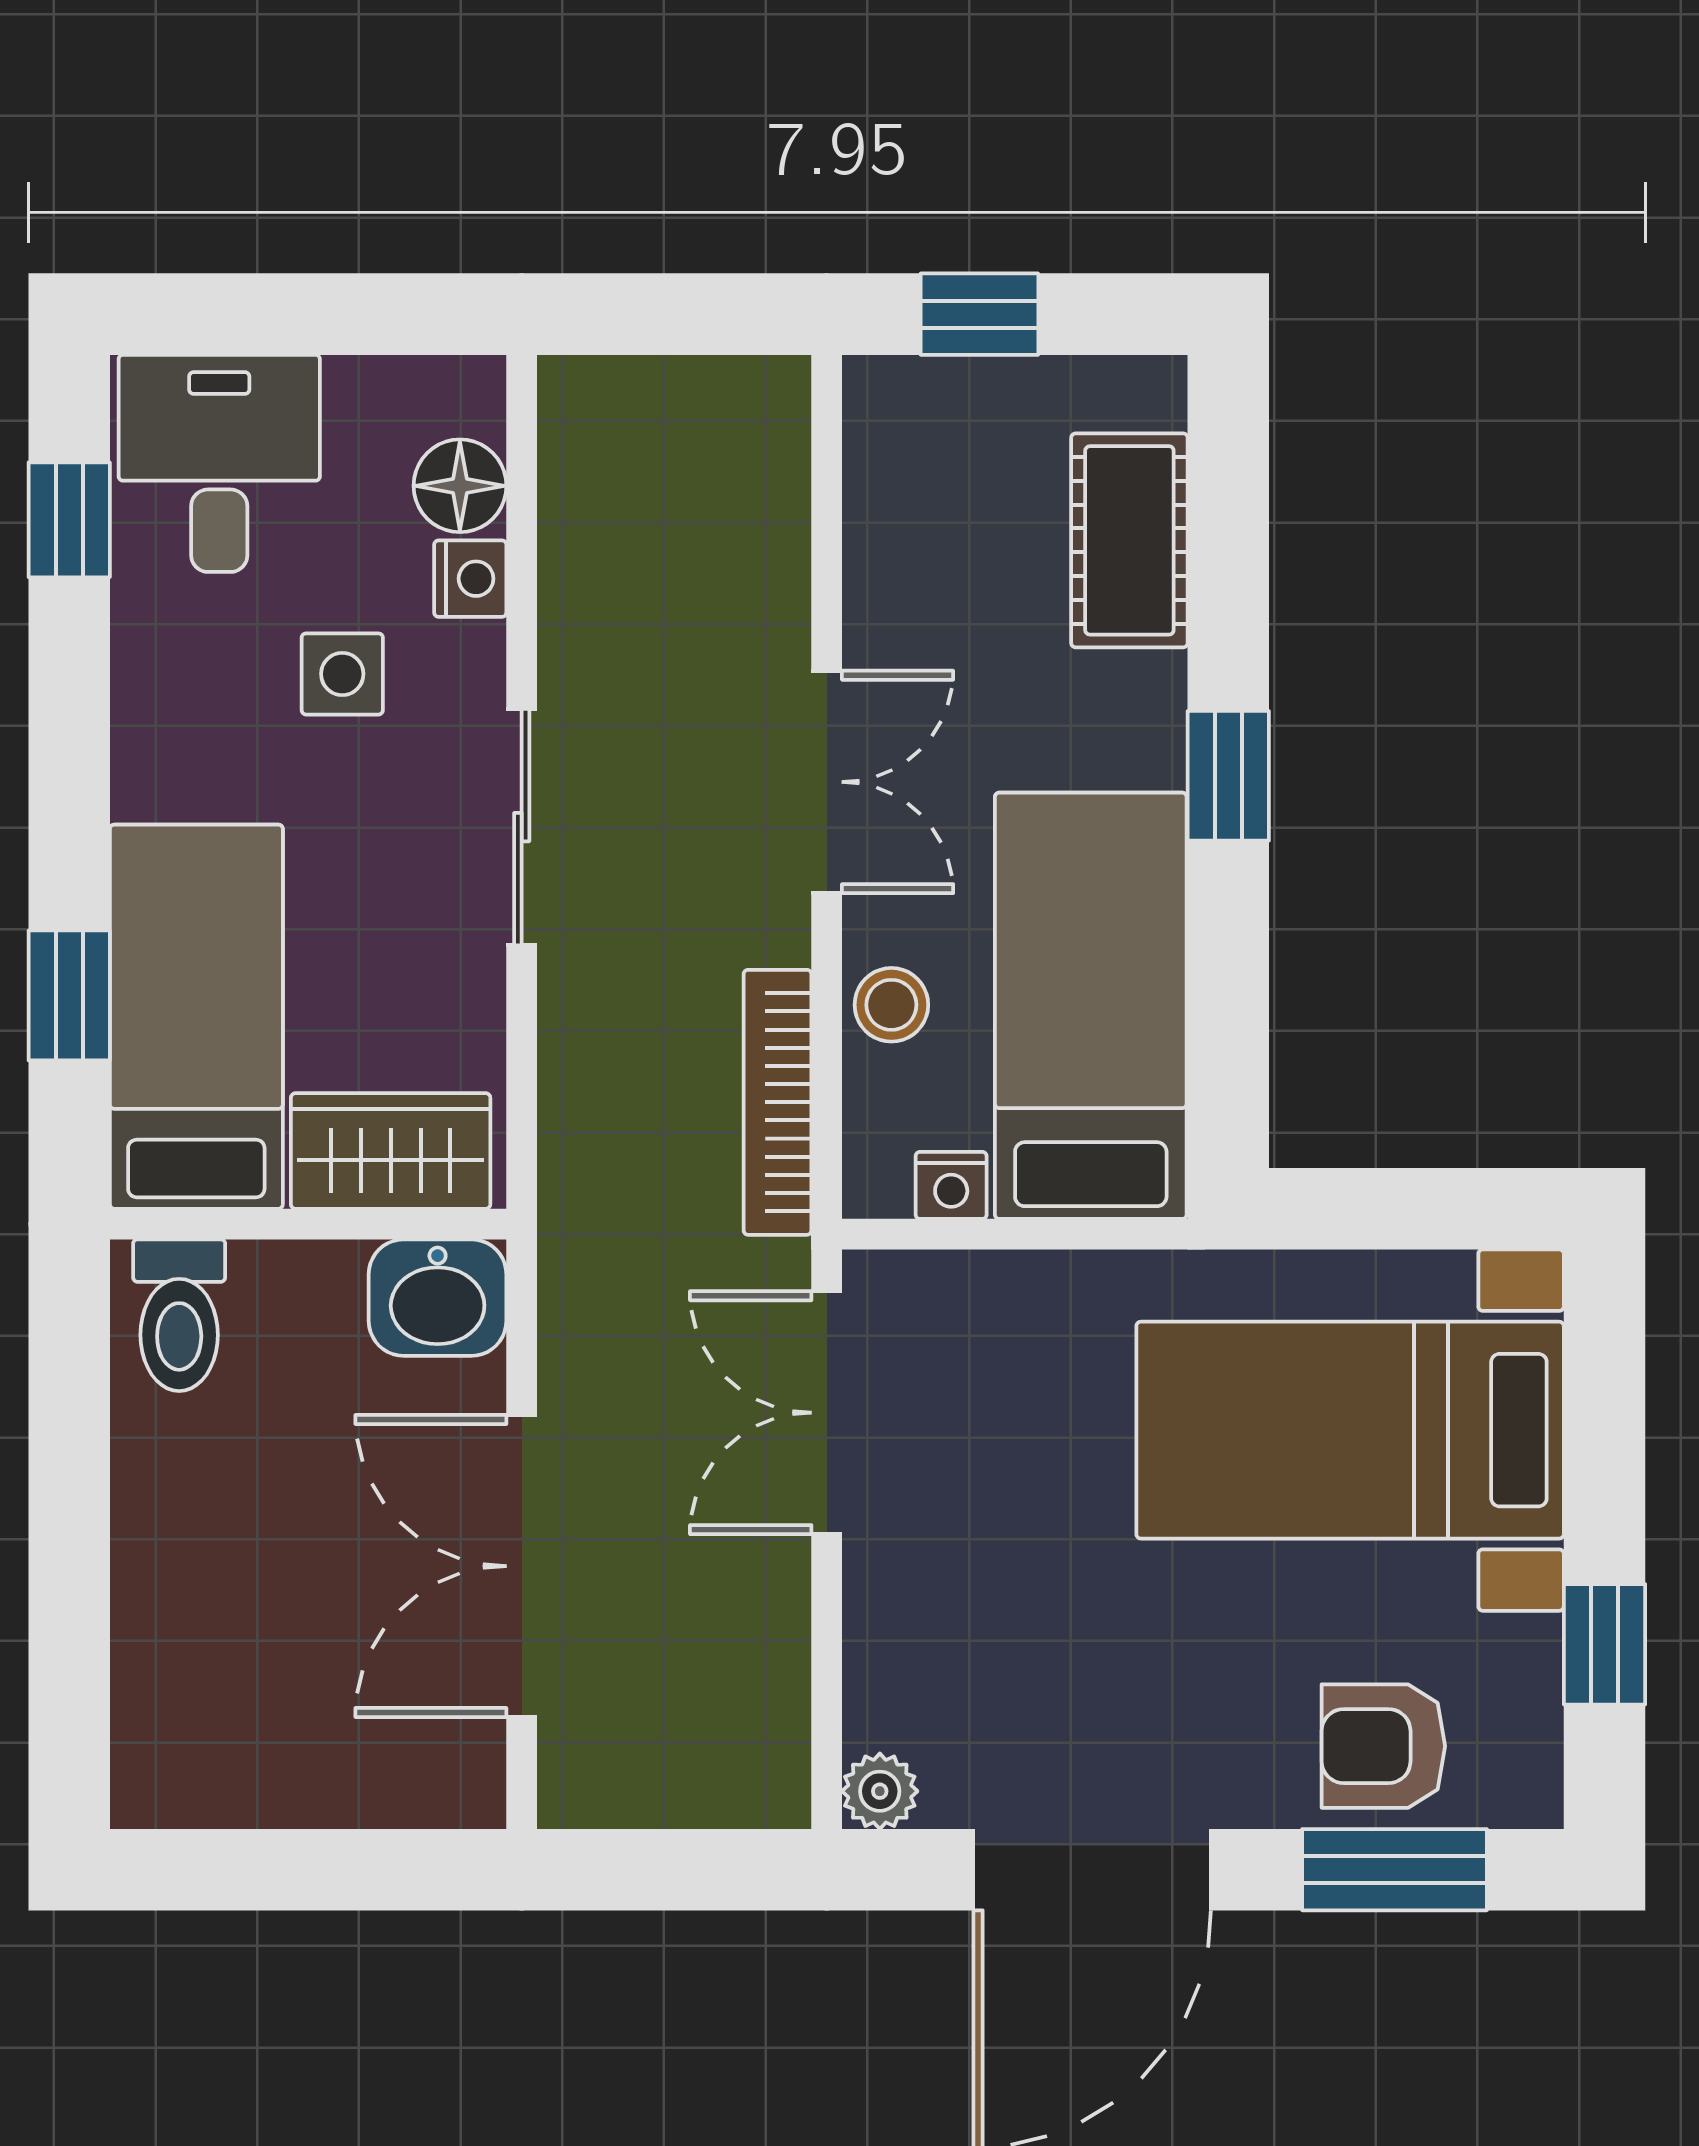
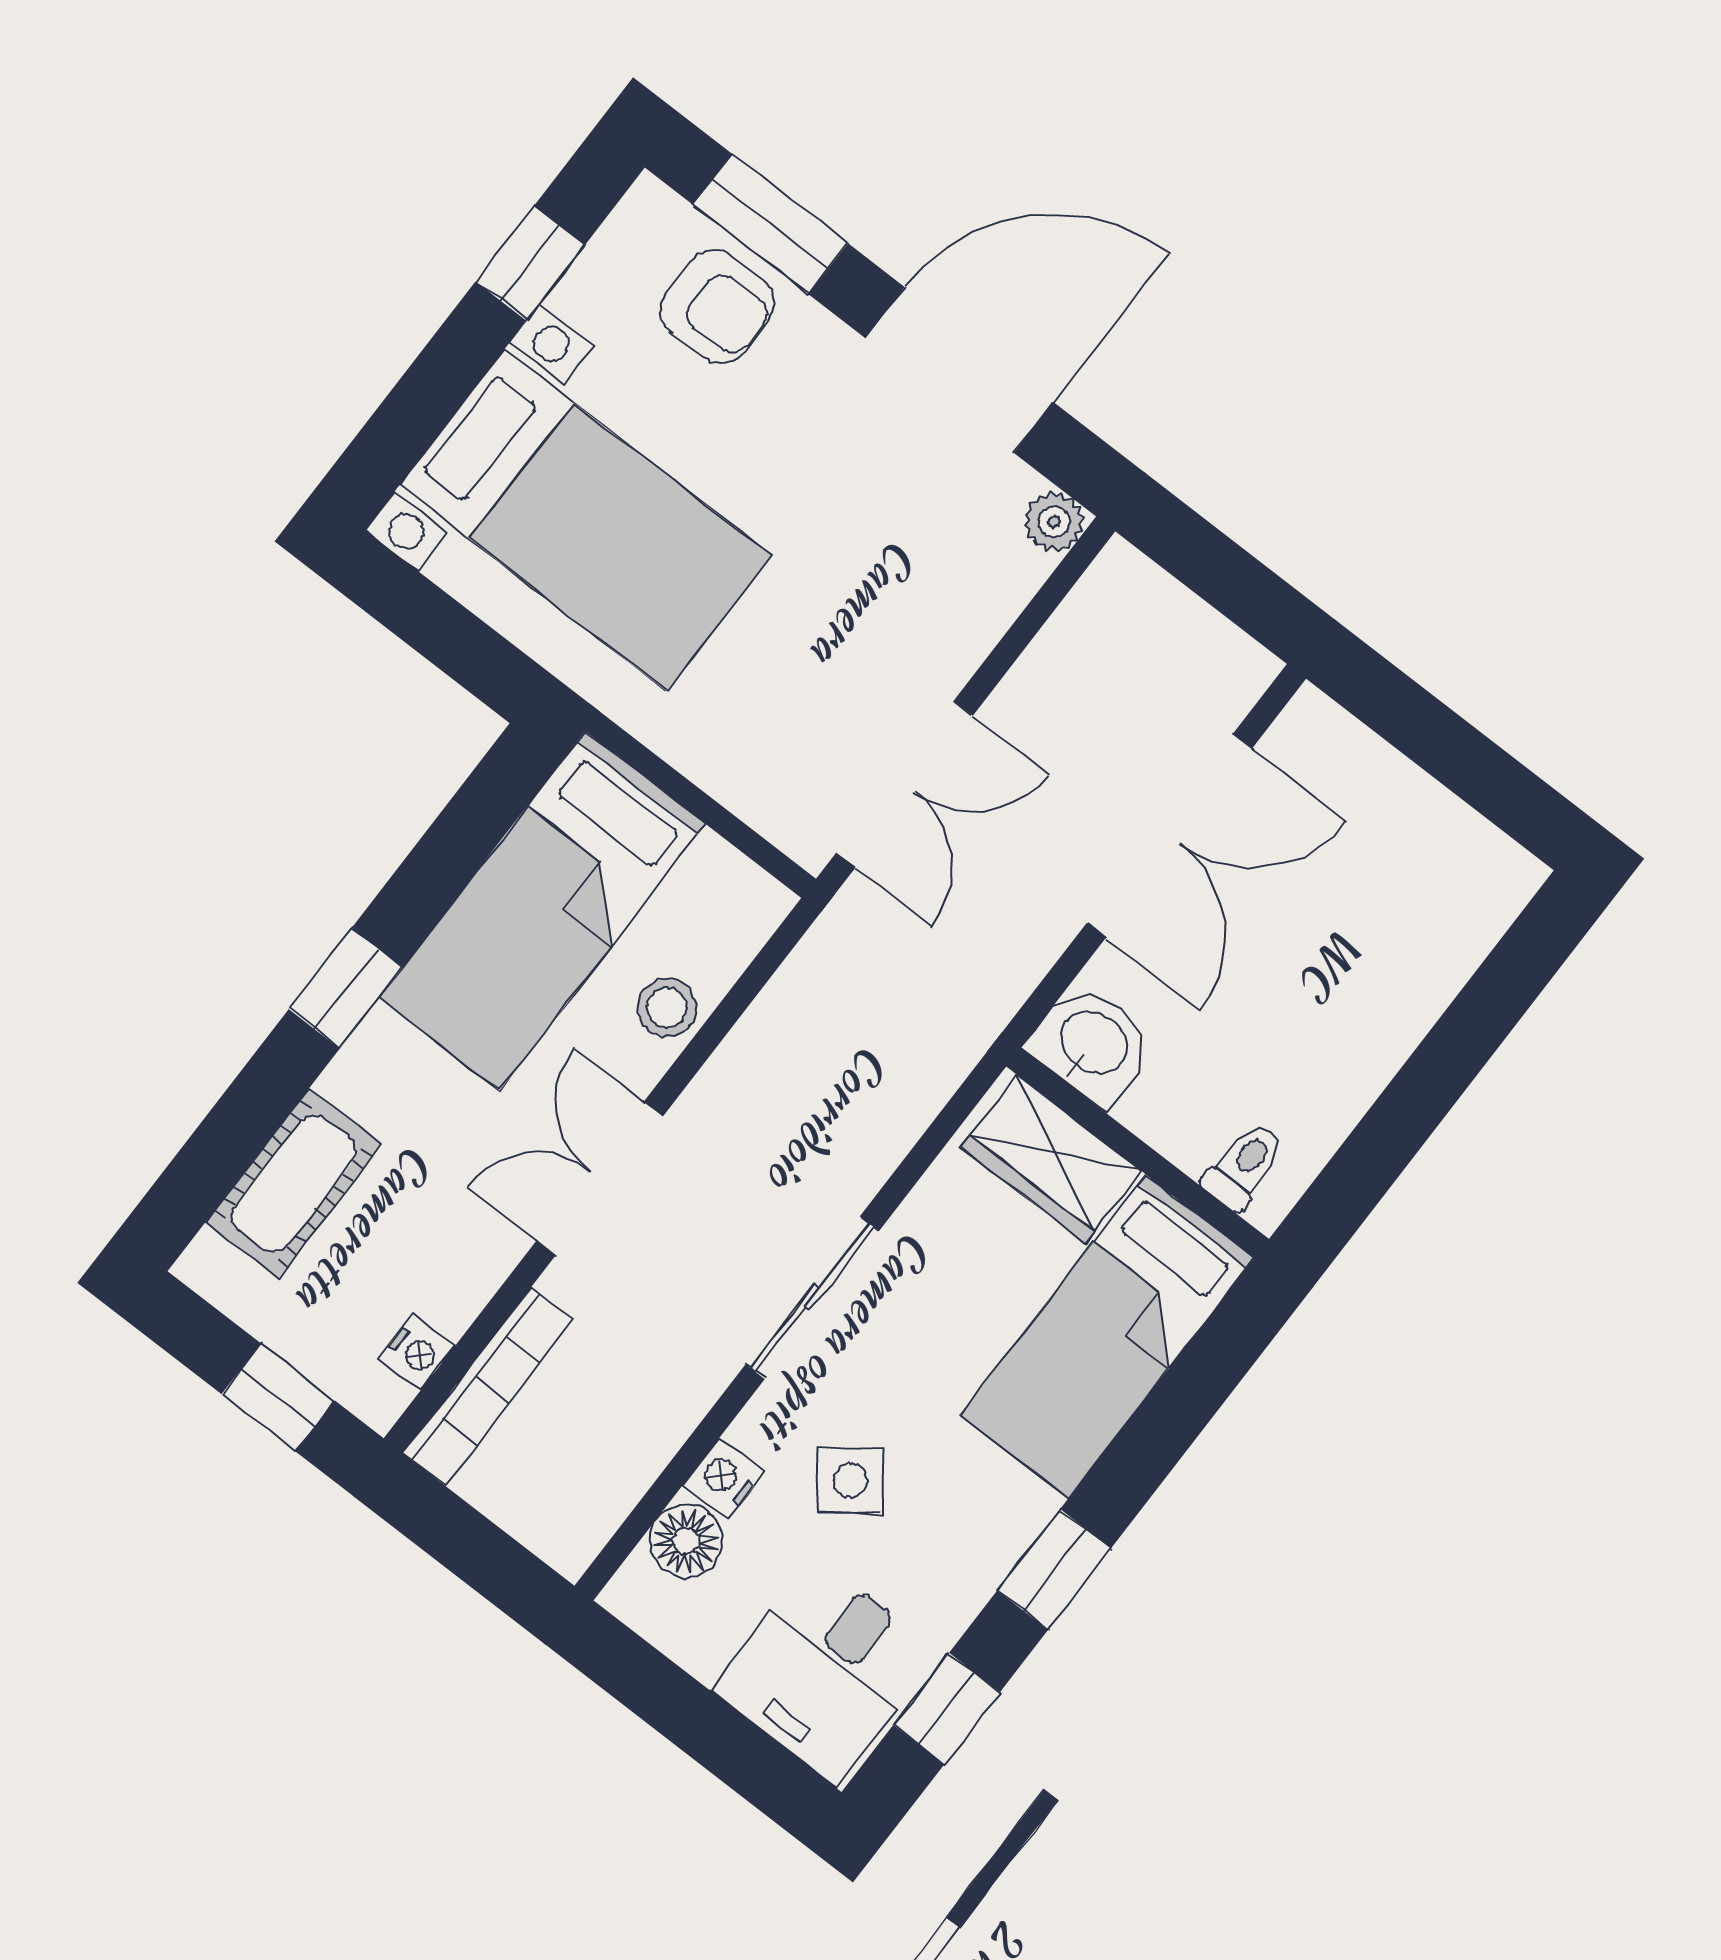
side table: (342, 674) -> (850, 1480), turned -37
window: (69, 995) -> (1054, 1569), moved
bookcase: (777, 1102) -> (488, 1387), moved
nightstand: (951, 1185) -> (416, 1353), moved, turned 90
toilet: (179, 1315) -> (1244, 1165), width x0.73, depth x0.72

